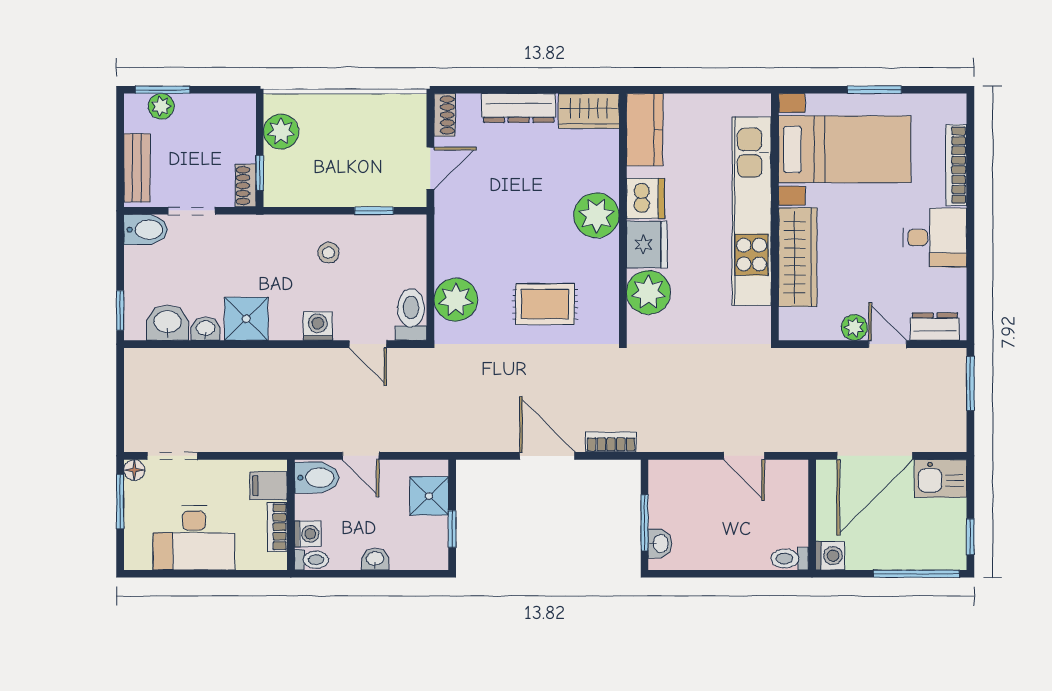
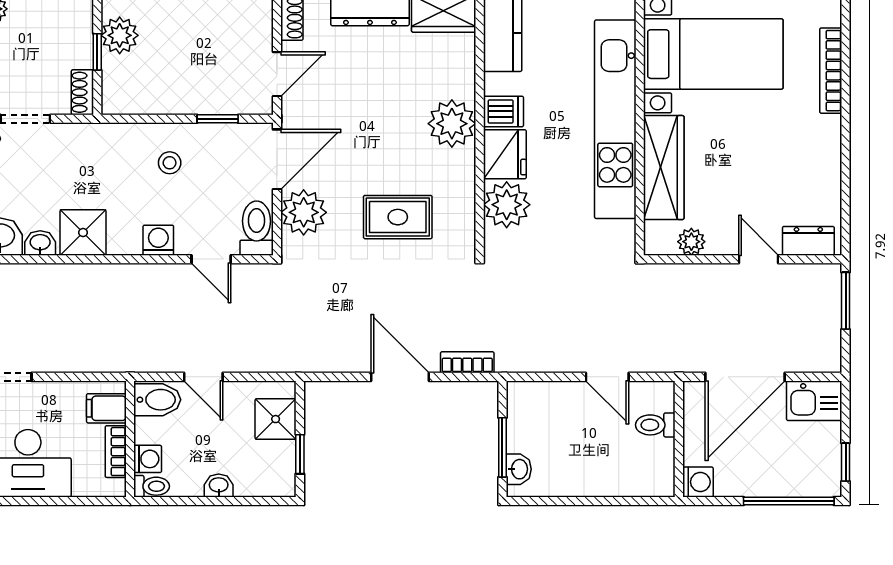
window: (260, 173) -> (97, 52), moved
dishwasher: (645, 198) -> (503, 111), width x0.73
desk: (935, 238) -> (808, 147), removed
door: (430, 249) -> (277, 159), added
plant: (854, 328) -> (691, 242), moved
toilet: (790, 559) -> (655, 425), moved

